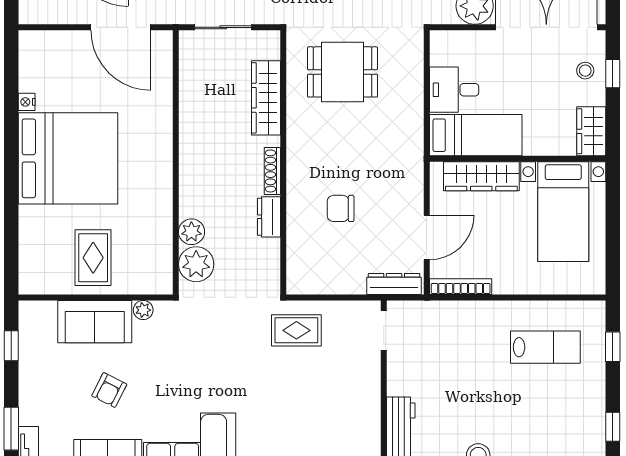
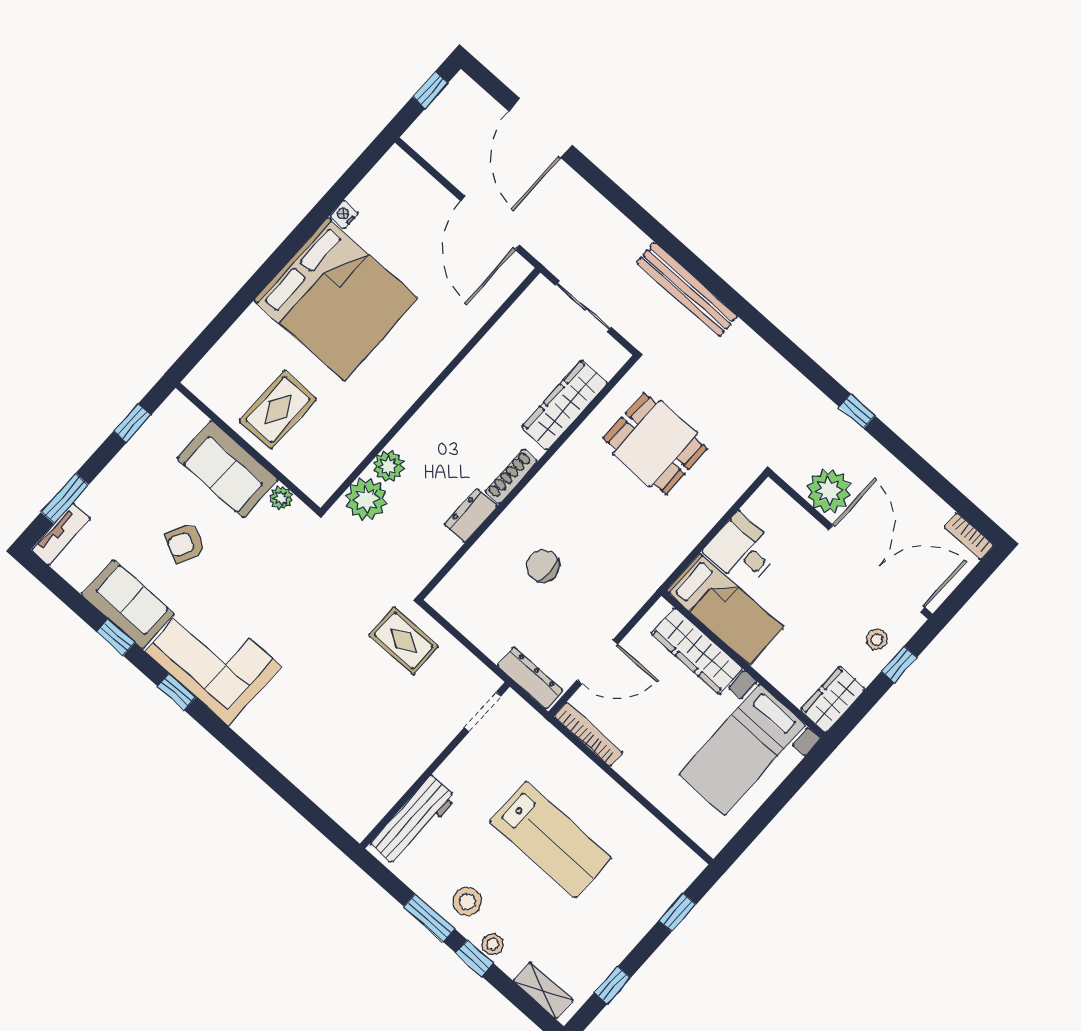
lab bench: (545, 347) -> (551, 839), moved, width x1.36, depth x1.39

